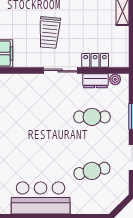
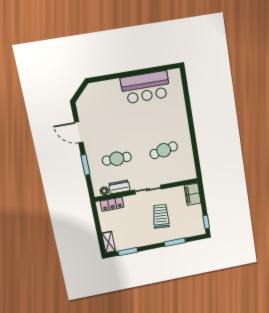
locker: (95, 60) -> (112, 204), moved
cafe table: (92, 171) -> (164, 150), moved

